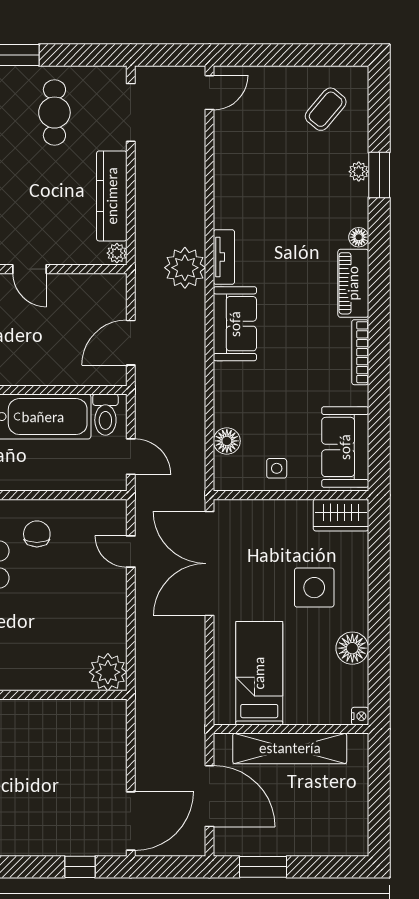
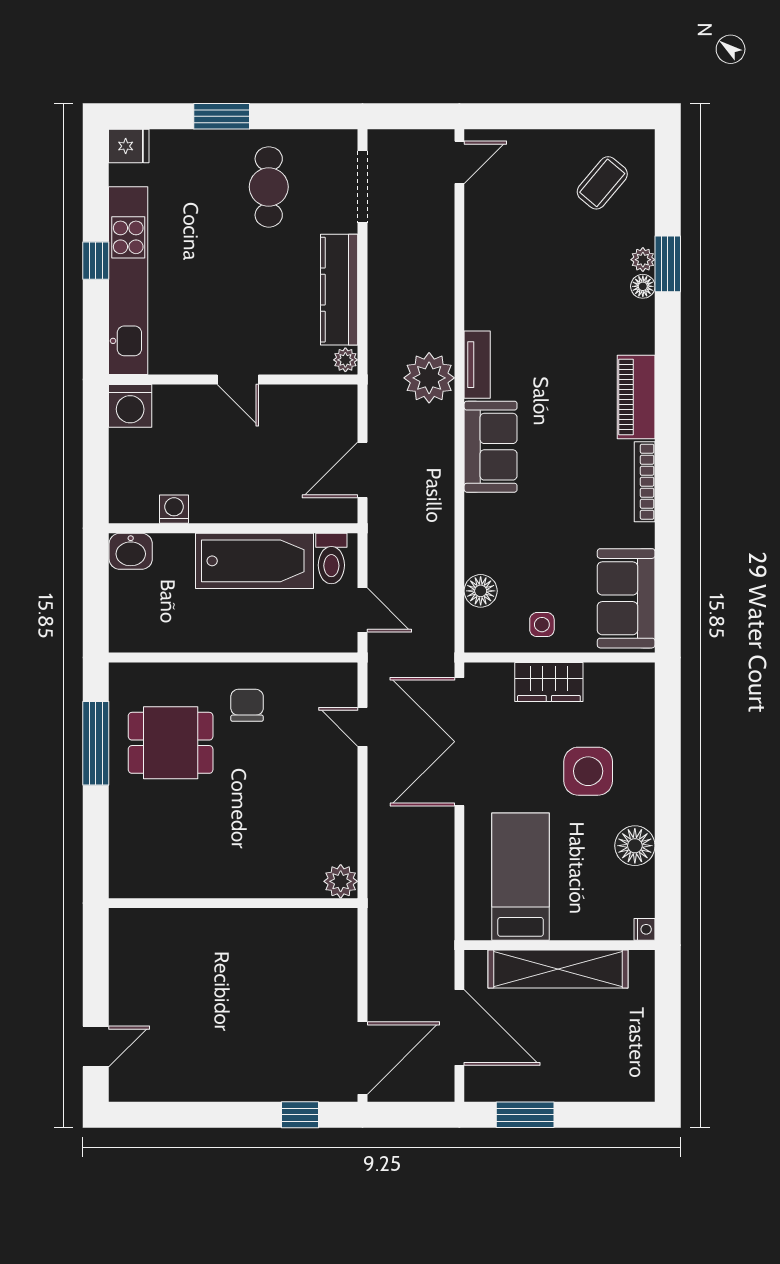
floor lamp: (359, 237) -> (643, 286), moved
wardrobe: (341, 515) -> (549, 682), moved
plant: (108, 672) -> (341, 881), width x0.73, depth x0.73

